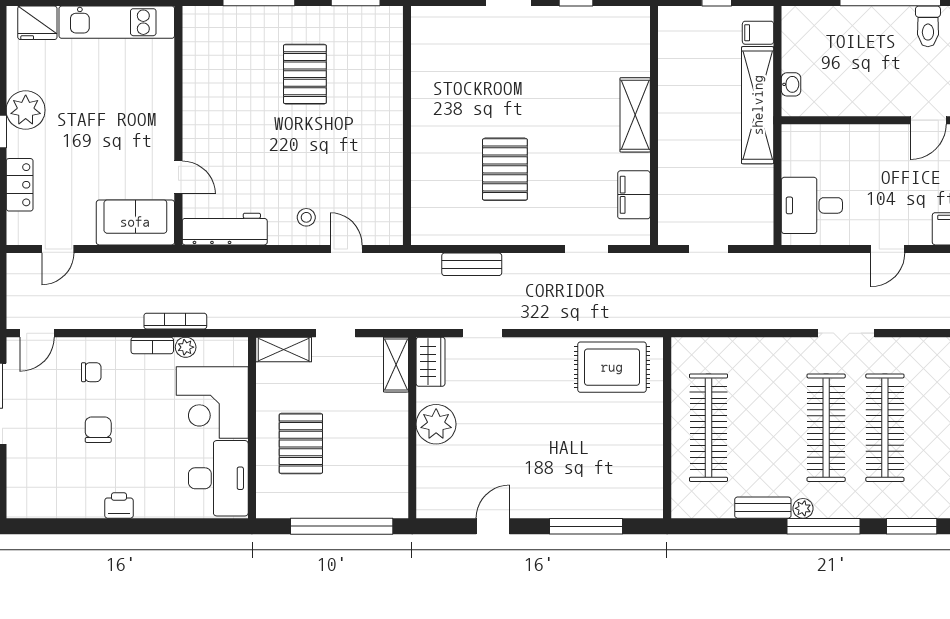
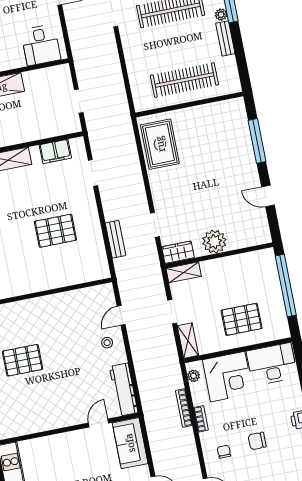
plant: (186, 347) -> (194, 376), moved

